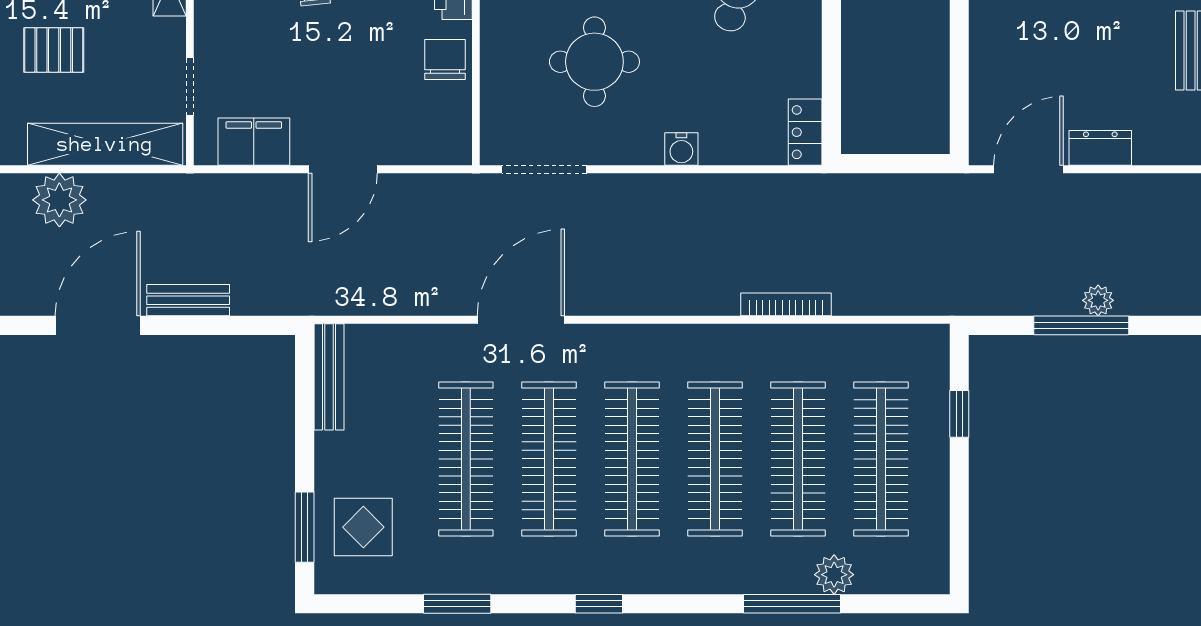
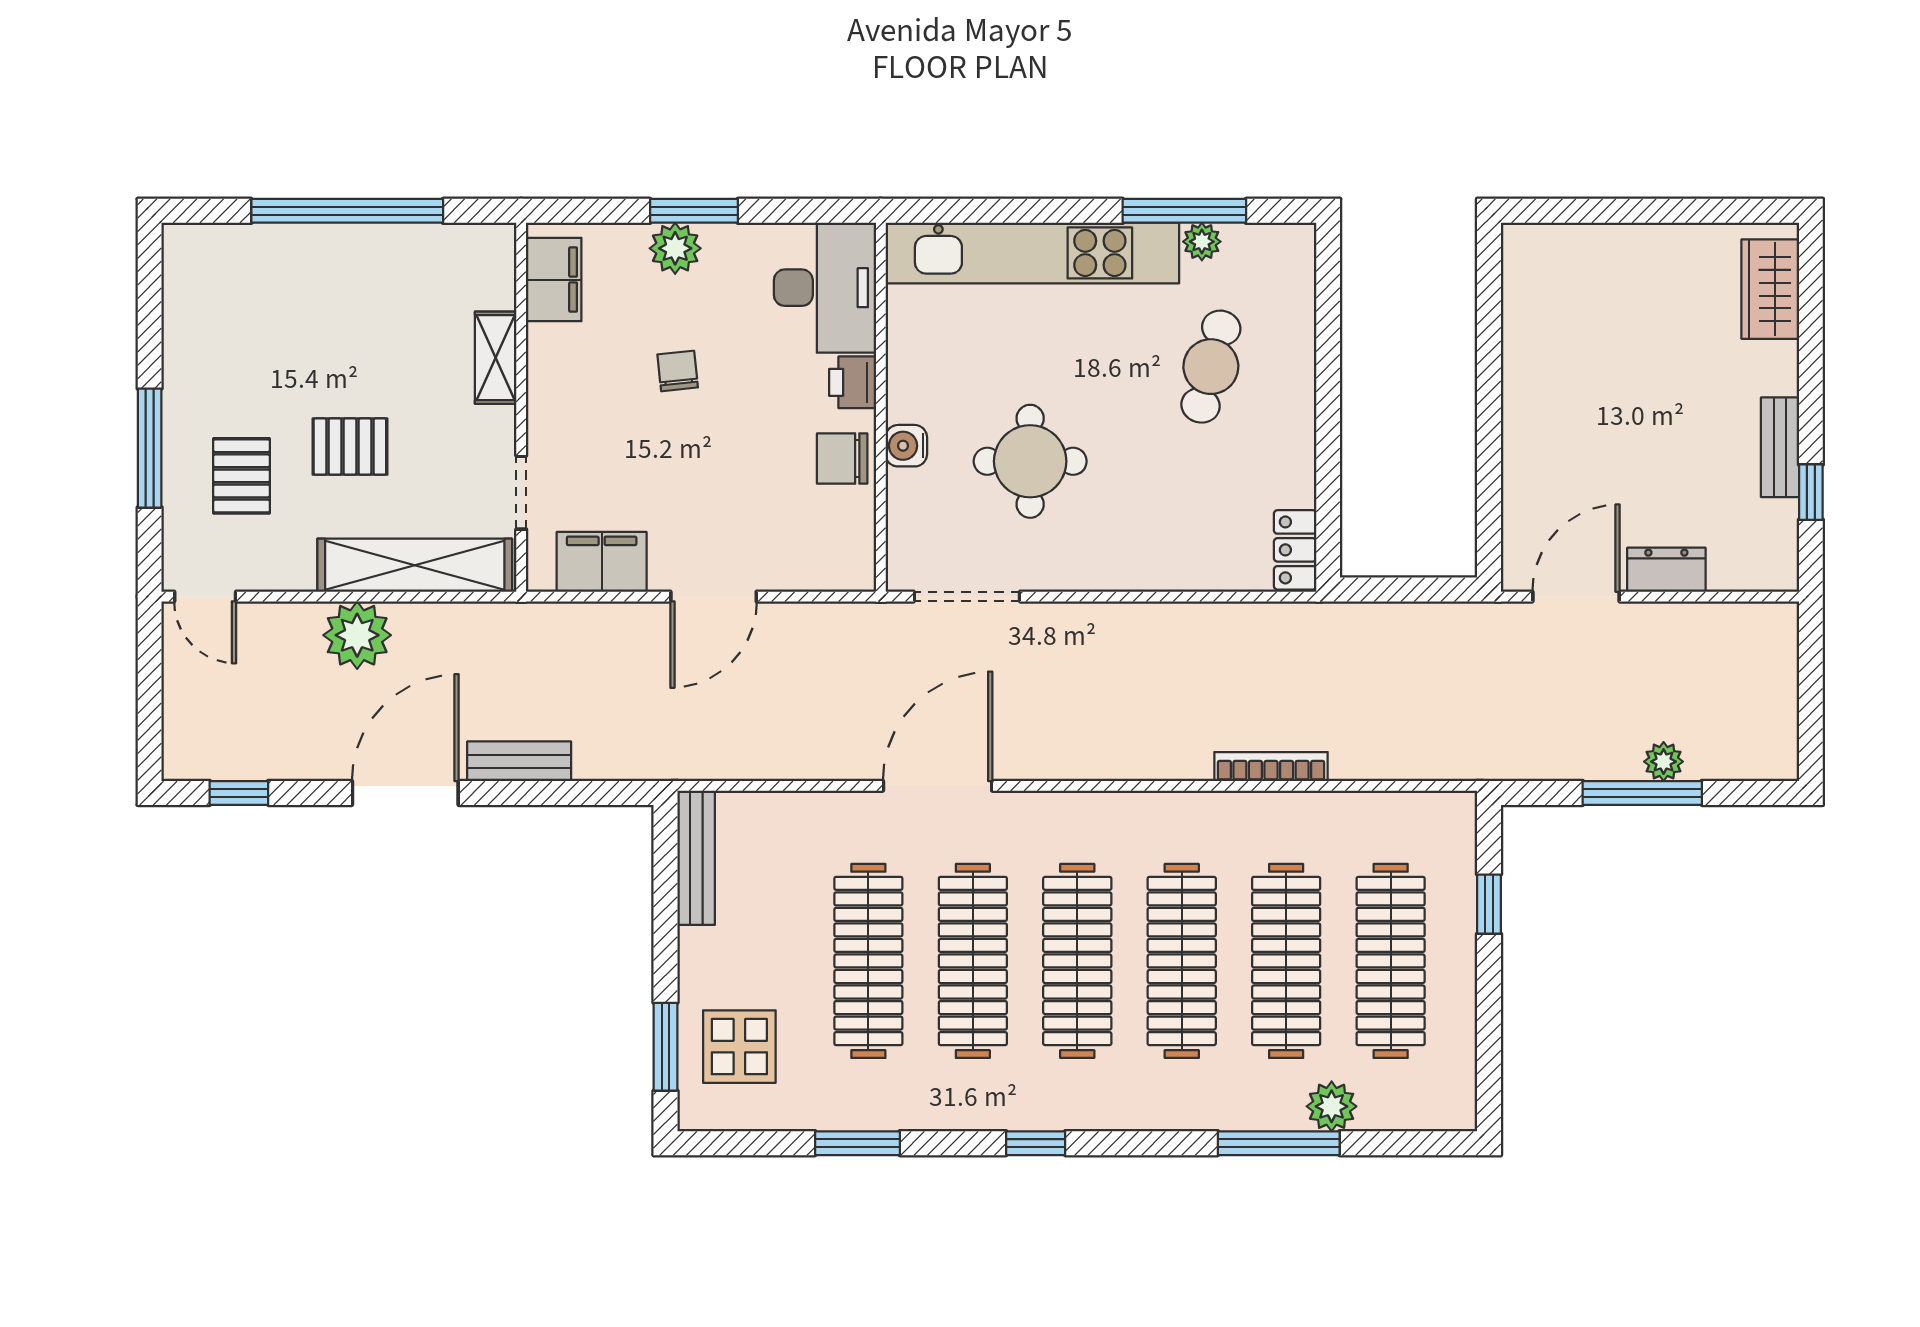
chair: (445, 60) -> (842, 459), turned -90
water cooler: (681, 149) -> (906, 446), moved, turned 90

